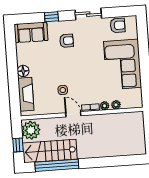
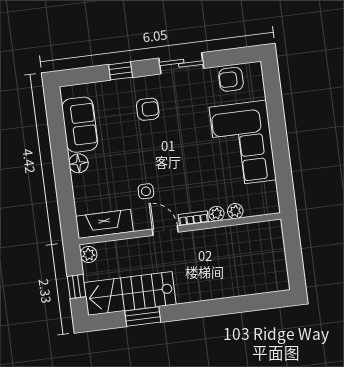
armchair: (118, 25) -> (231, 79), turned 180
sofa: (31, 32) -> (80, 125), moved, turned -90
fireplace: (26, 94) -> (104, 224), moved, turned -90
plant: (31, 130) -> (89, 254), width x0.53, depth x0.53
window: (57, 165) -> (143, 317), width x0.47

